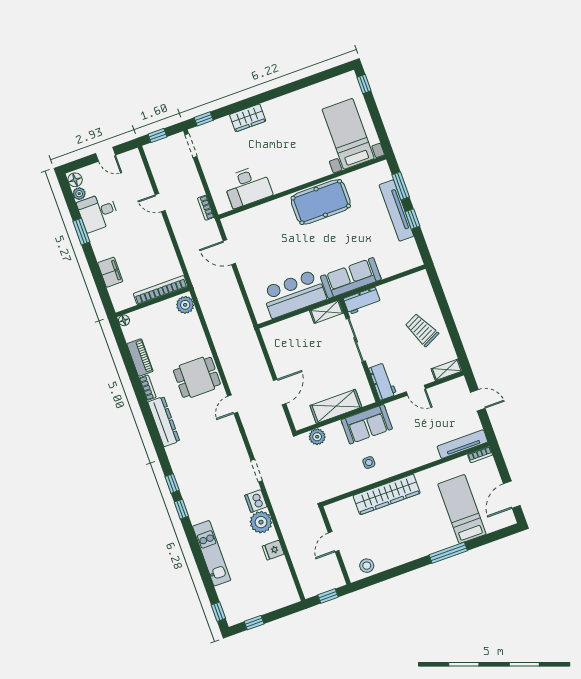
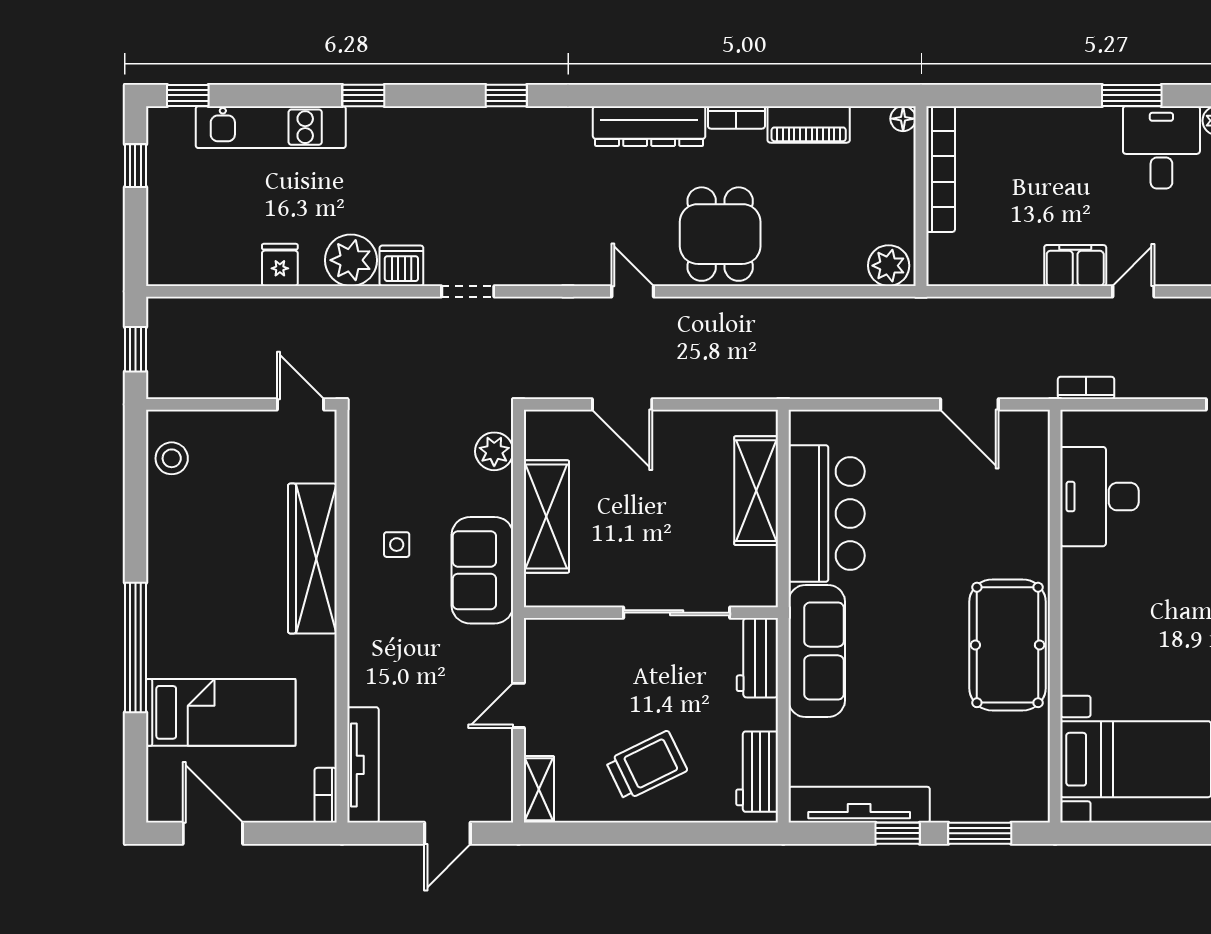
tv unit: (396, 210) -> (859, 805), moved
door: (229, 252) -> (969, 404), swing flipped
filing cabinet: (110, 272) -> (1075, 266), moved, turned 180
bookcase: (161, 290) -> (941, 169), moved
shelving: (327, 312) -> (756, 491), moved, width x1.50, depth x1.33
workbench: (383, 381) -> (757, 772), moved, turned 90
window: (181, 509) -> (363, 95), moved
door: (334, 542) -> (300, 404), moved
kitchen unit: (212, 553) -> (271, 127), moved
window: (448, 553) -> (135, 648), width x1.46

